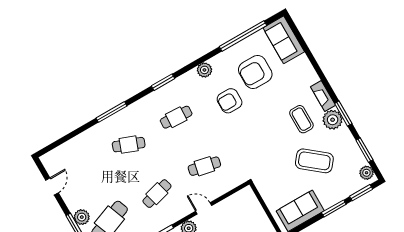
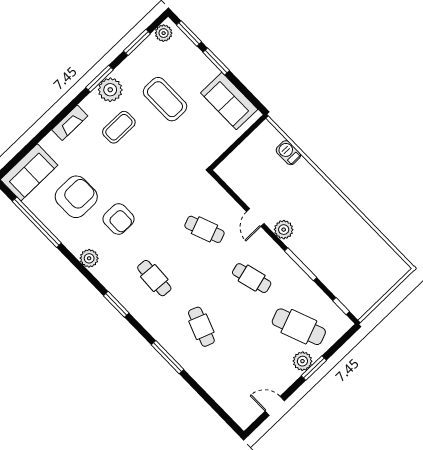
armchair: (255, 72) -> (76, 197), turned -90
fireplace: (323, 96) -> (70, 123), moved
coffee table: (314, 161) -> (165, 99), turned -39
cafe table: (204, 166) -> (204, 229), turned -33

